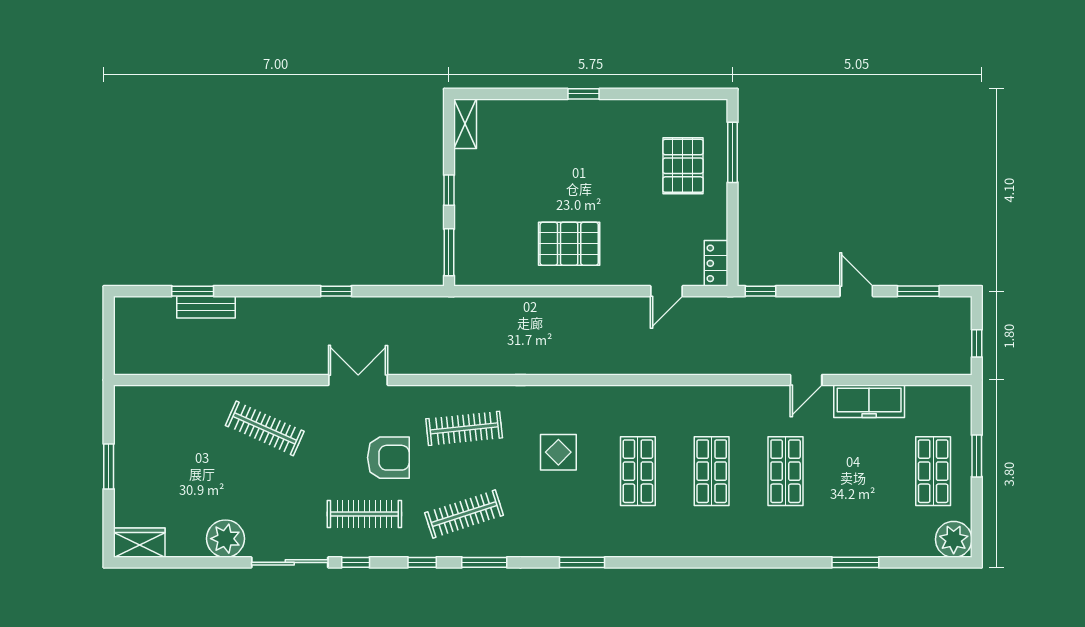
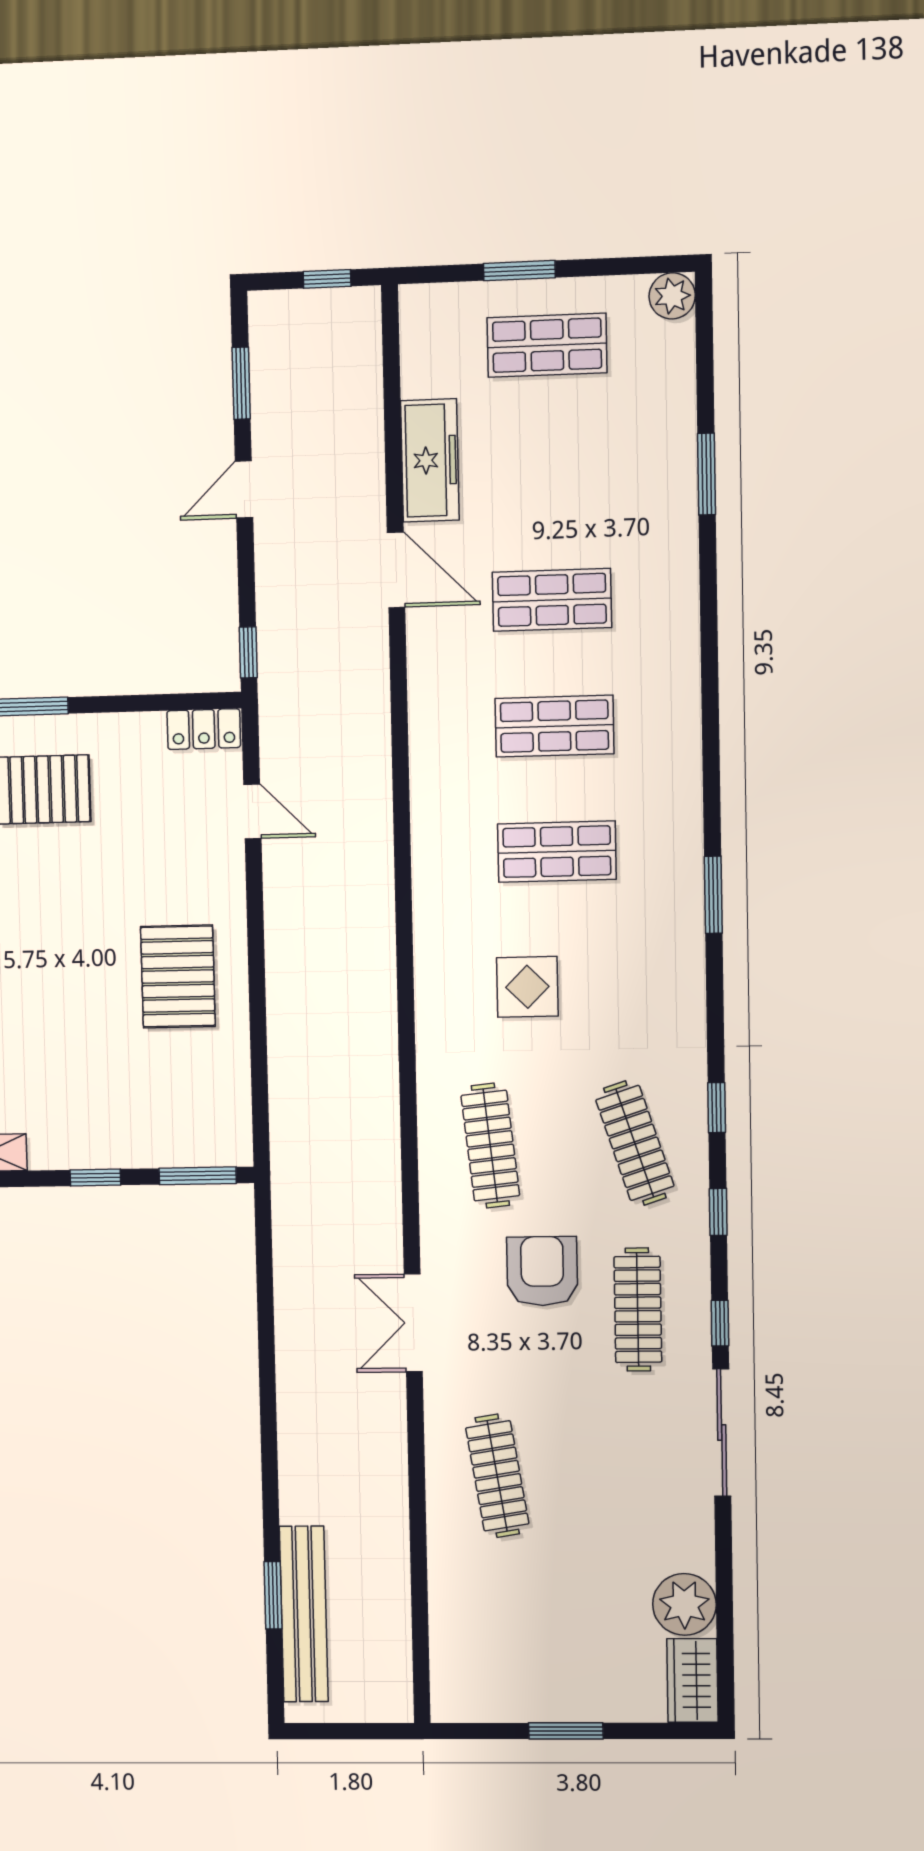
window: (336, 291) -> (267, 1361), removed
bench: (206, 307) -> (304, 1614), width x1.86, depth x1.21
door: (806, 380) -> (396, 570), width x1.38
clothes rail: (265, 428) -> (497, 1476), turned -33
plant: (225, 539) -> (684, 1604), moved
plant: (954, 539) -> (672, 296), width x0.73, depth x0.73
window: (484, 562) -> (717, 1108), width x0.67
window: (582, 562) -> (713, 895), moved

